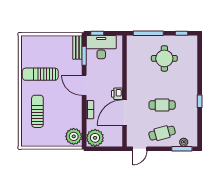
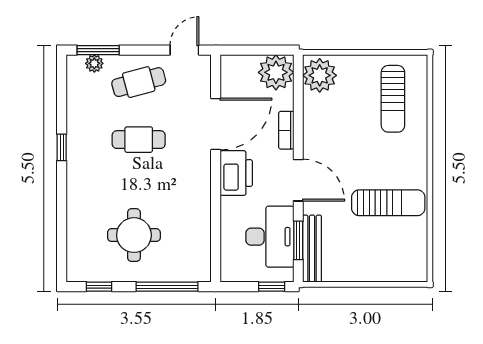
bench: (77, 47) -> (312, 249), width x1.36
desk: (101, 47) -> (270, 237), moved, turned -90
printer: (117, 94) -> (236, 173), width x1.87, depth x1.48
sun lounger: (37, 111) -> (393, 99), moved

